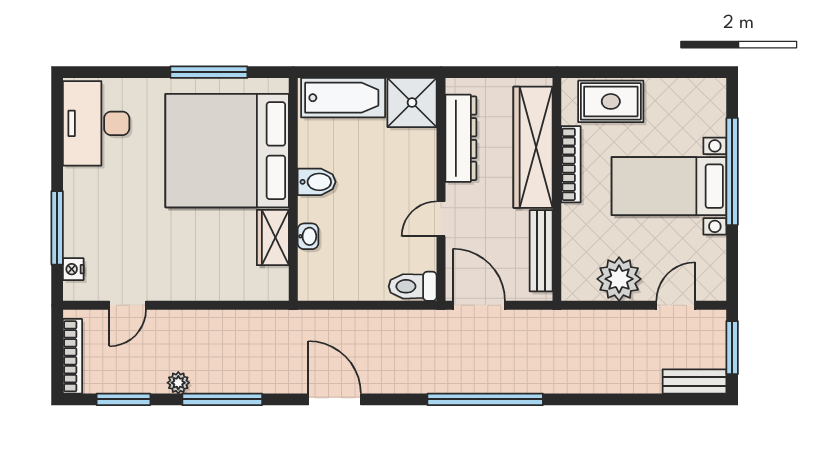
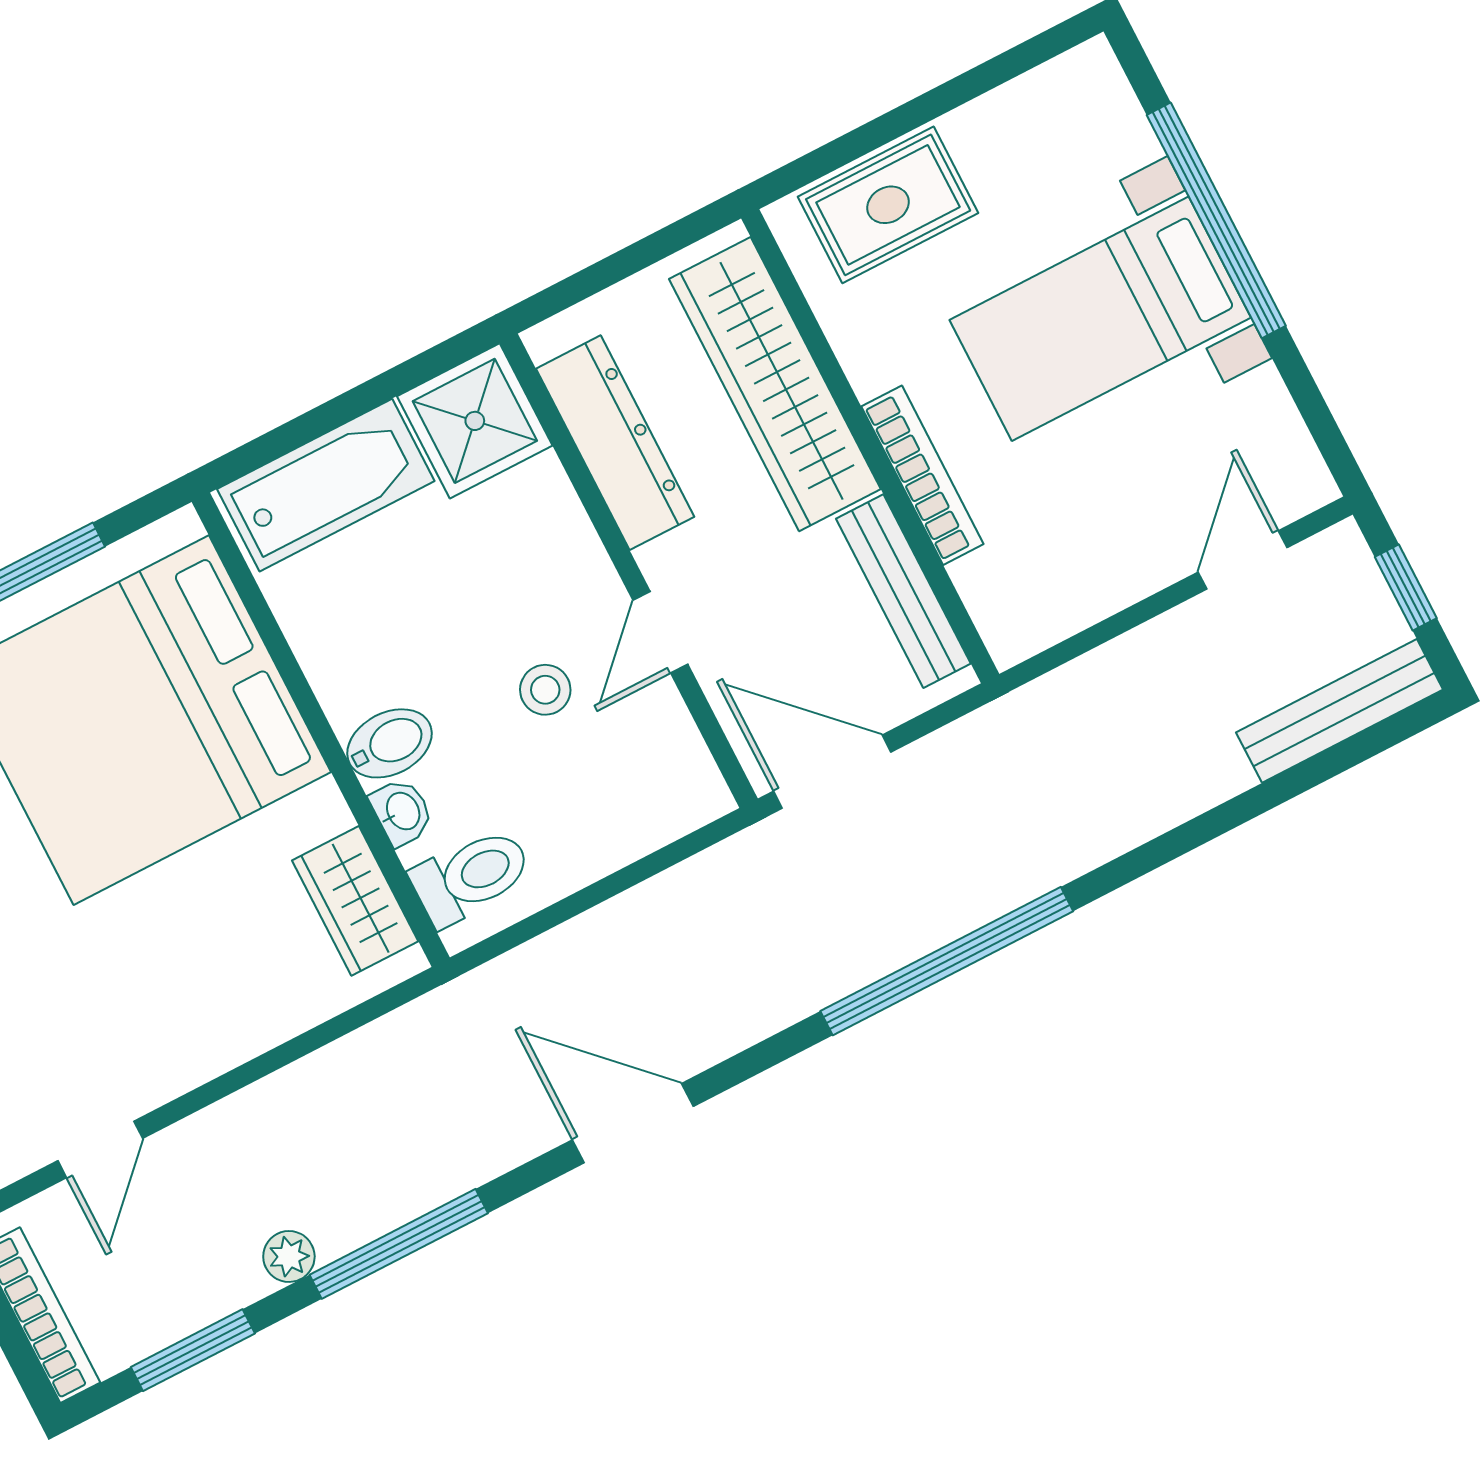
bookcase: (571, 164) -> (922, 475), moved
bidet: (317, 182) -> (389, 743), moved
stool: (386, 218) -> (545, 690), added
wardrobe: (273, 237) -> (355, 901), moved
plant: (619, 279) -> (1096, 566), removed
toilet: (413, 286) -> (471, 876), moved, turned 180
window: (732, 348) -> (1406, 587), width x0.67
bench: (694, 381) -> (1340, 711), width x1.36

